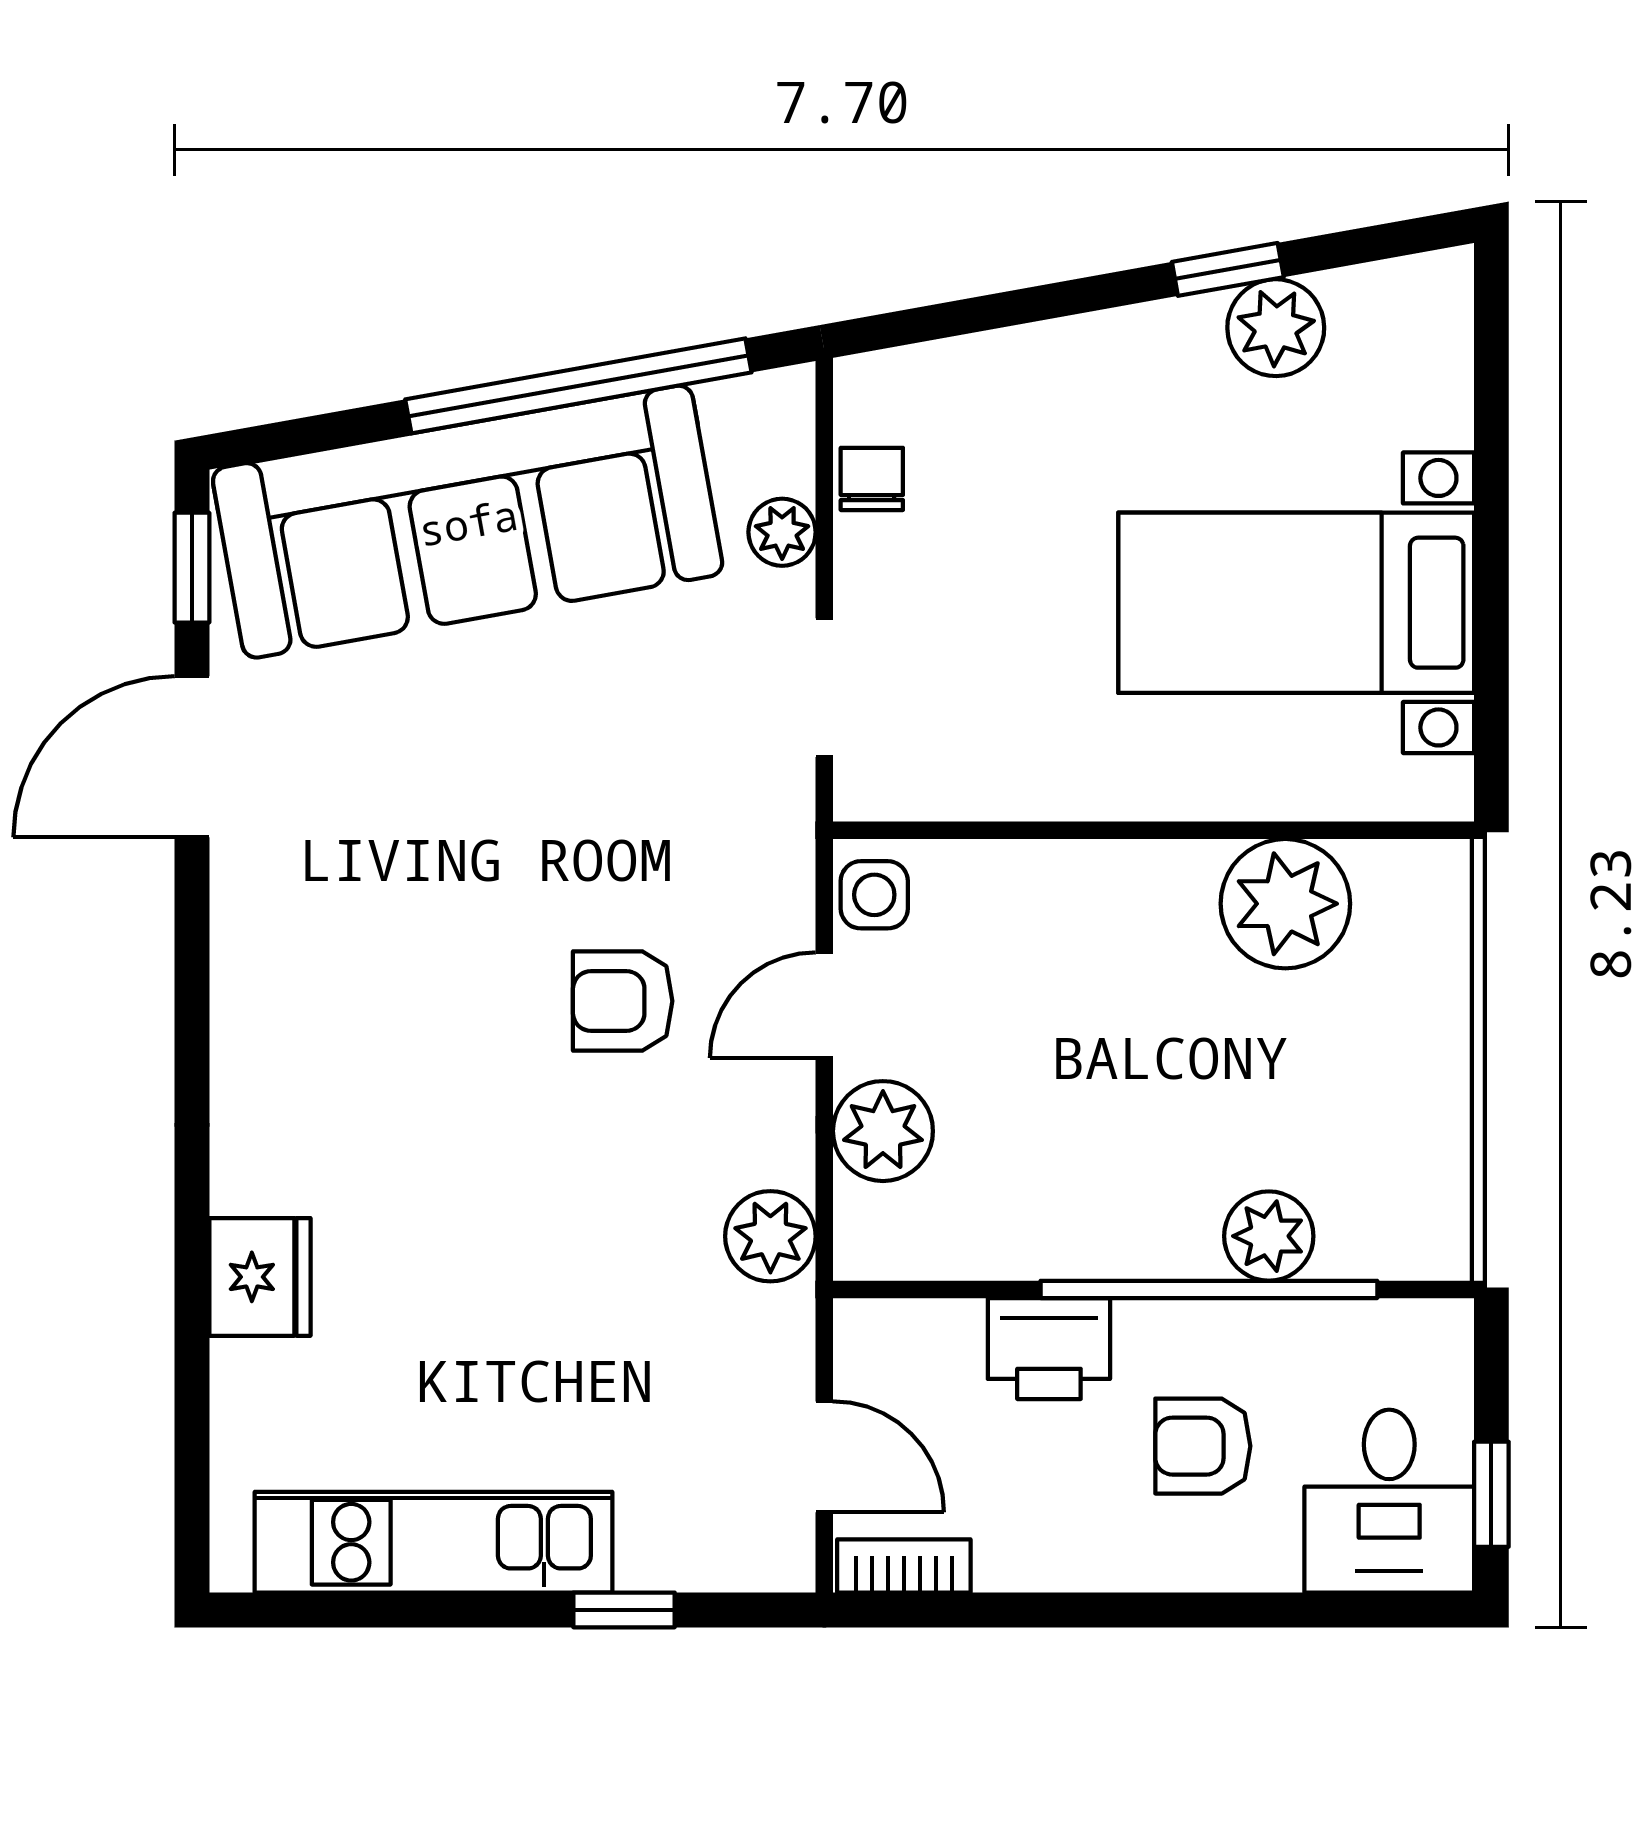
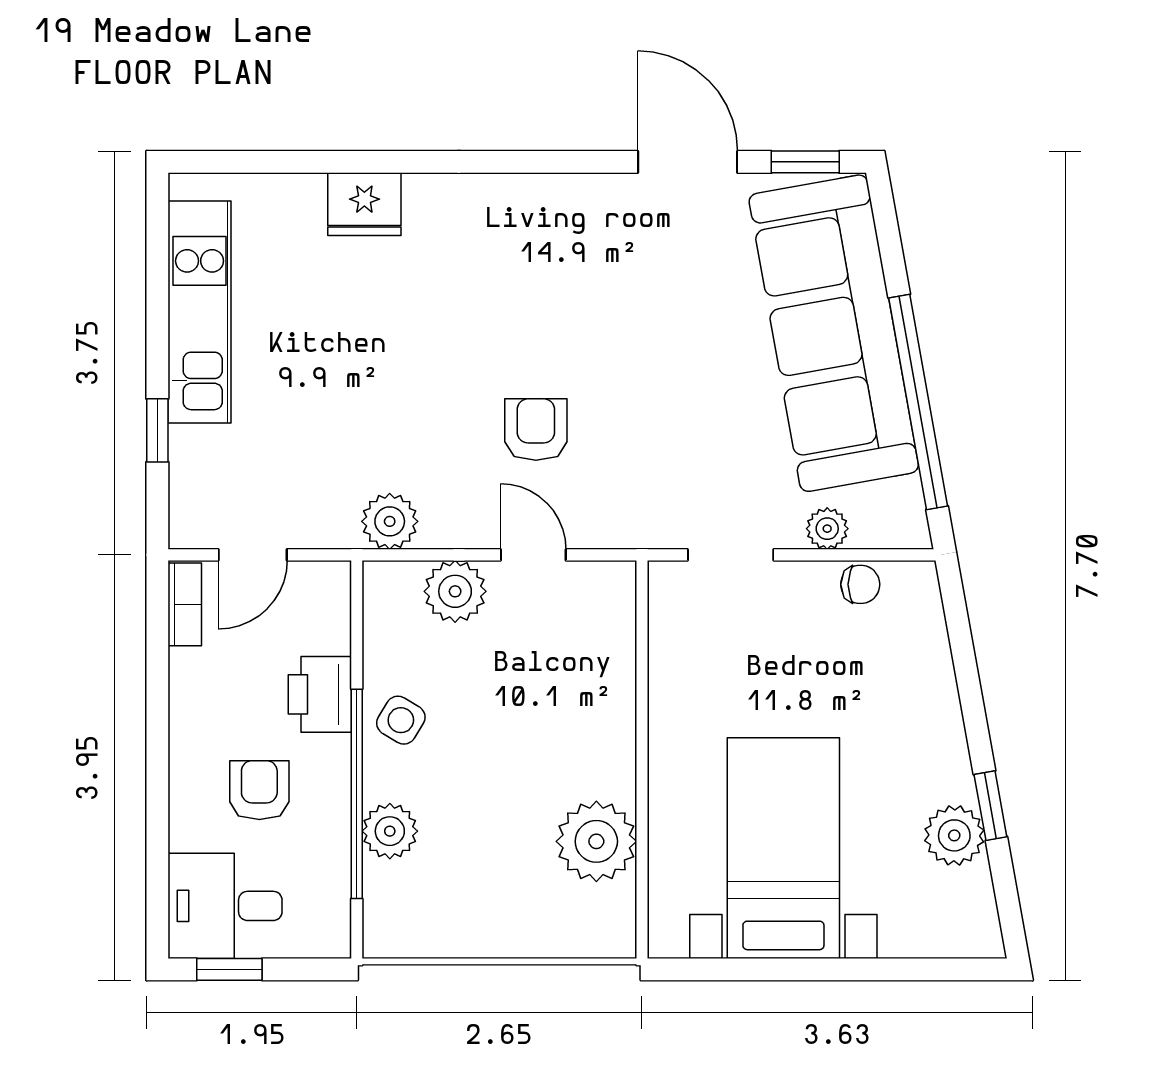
side table: (874, 895) -> (401, 720), moved, turned 31

